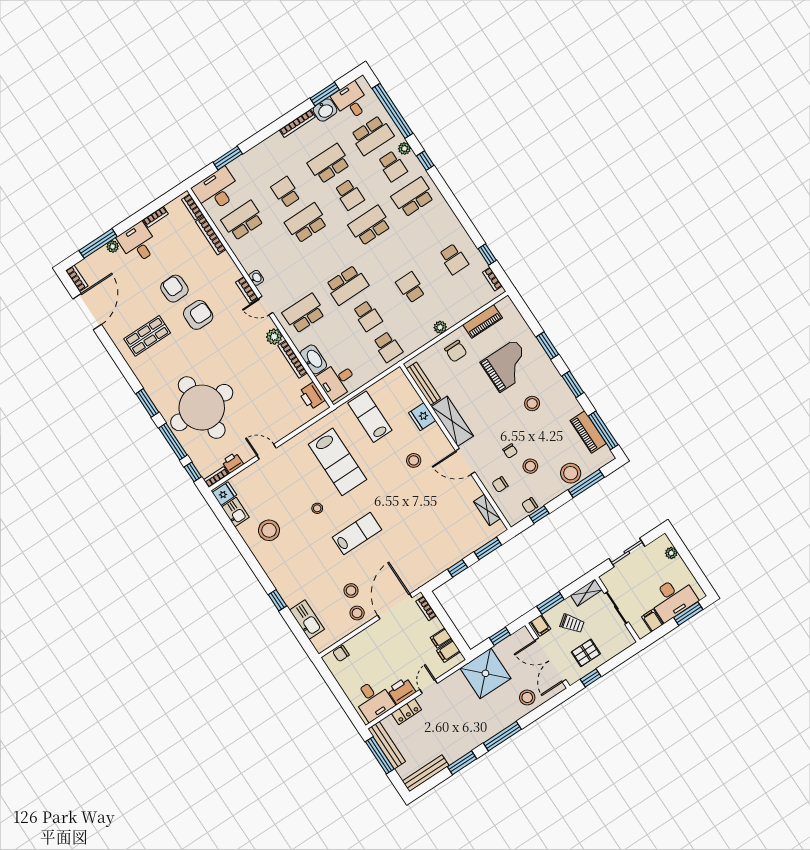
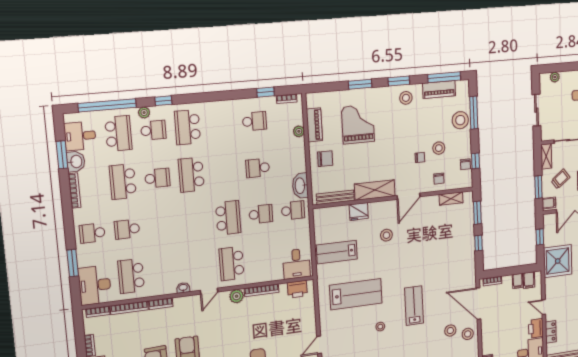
school desk: (306, 223) -> (92, 233), moved, width x0.54
bookcase: (247, 290) -> (161, 304), moved
plant: (440, 327) -> (299, 131), moved
washbasin: (313, 359) -> (300, 186), moved, turned -90
stool: (532, 403) -> (406, 98), moved

